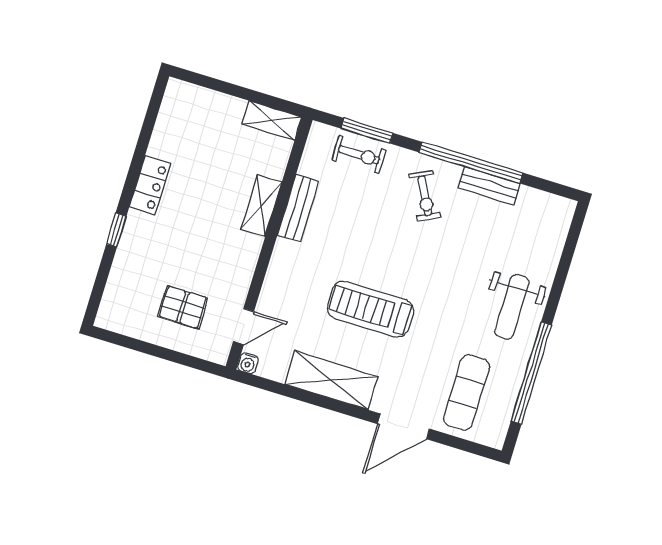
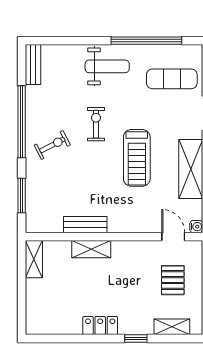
exercise bike: (359, 155) -> (96, 124), moved
bench: (489, 186) -> (33, 65), moved
shelving: (117, 286) -> (172, 327), added

